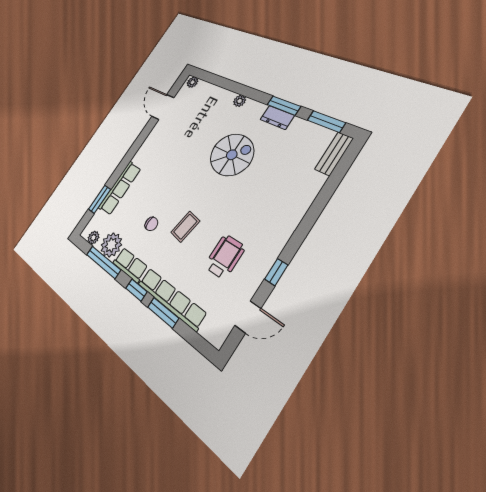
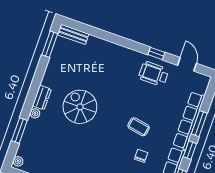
window: (284, 106) -> (19, 131), moved
dresser: (277, 117) -> (42, 97), moved
wheelchair: (225, 257) -> (154, 74), moved

